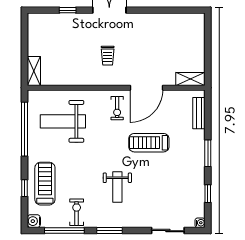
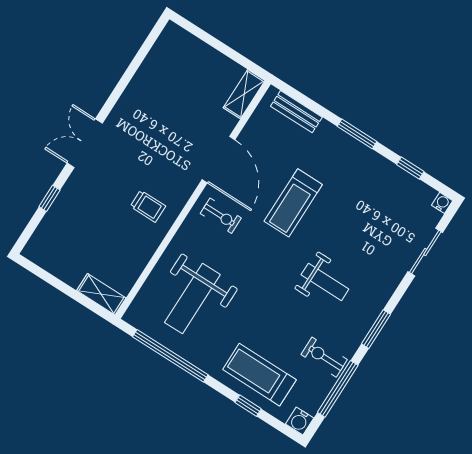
trolley: (108, 56) -> (148, 206), moved

